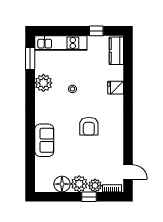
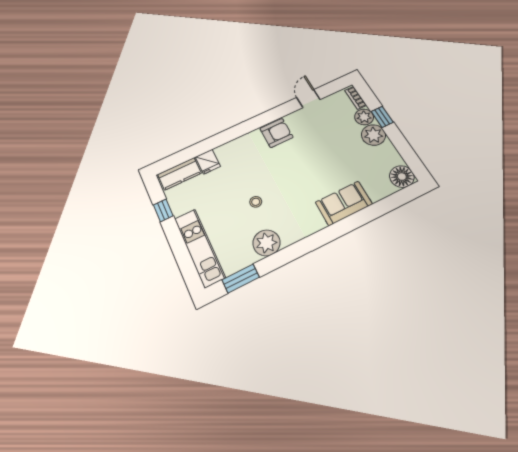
fridge: (116, 88) -> (208, 162), moved
armchair: (89, 126) -> (276, 133), moved
door: (128, 172) -> (308, 98), moved
floor lamp: (62, 184) -> (402, 177), moved

